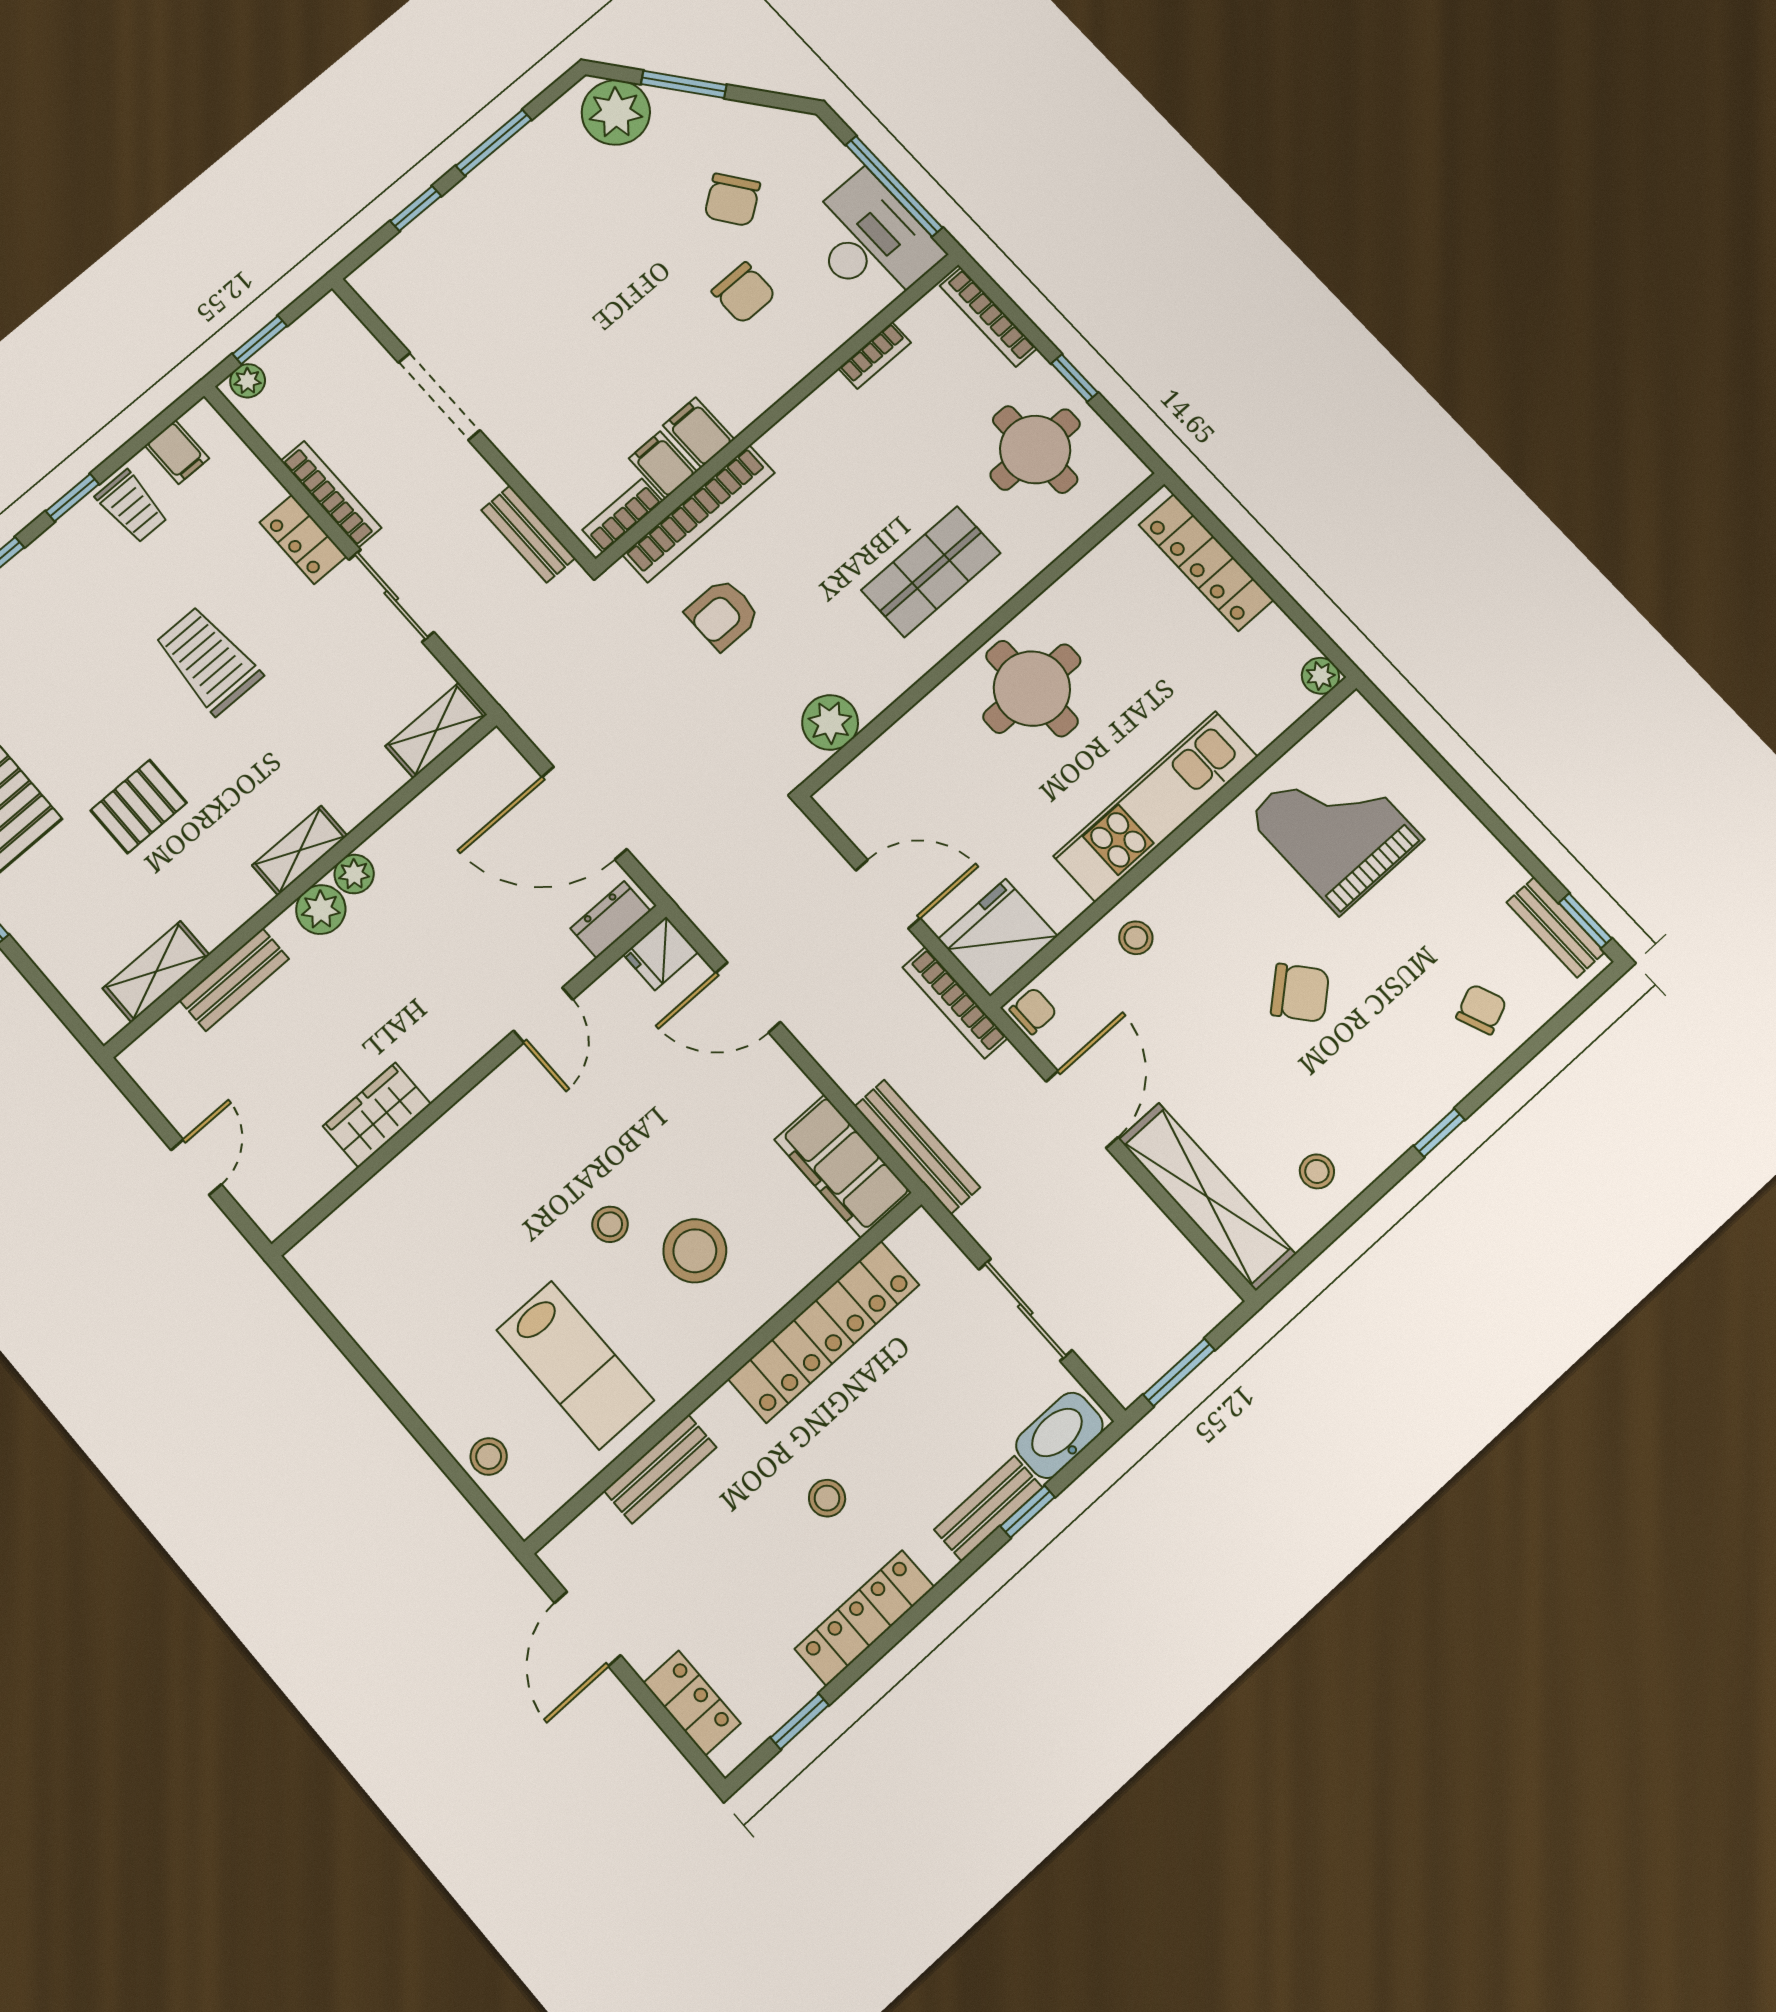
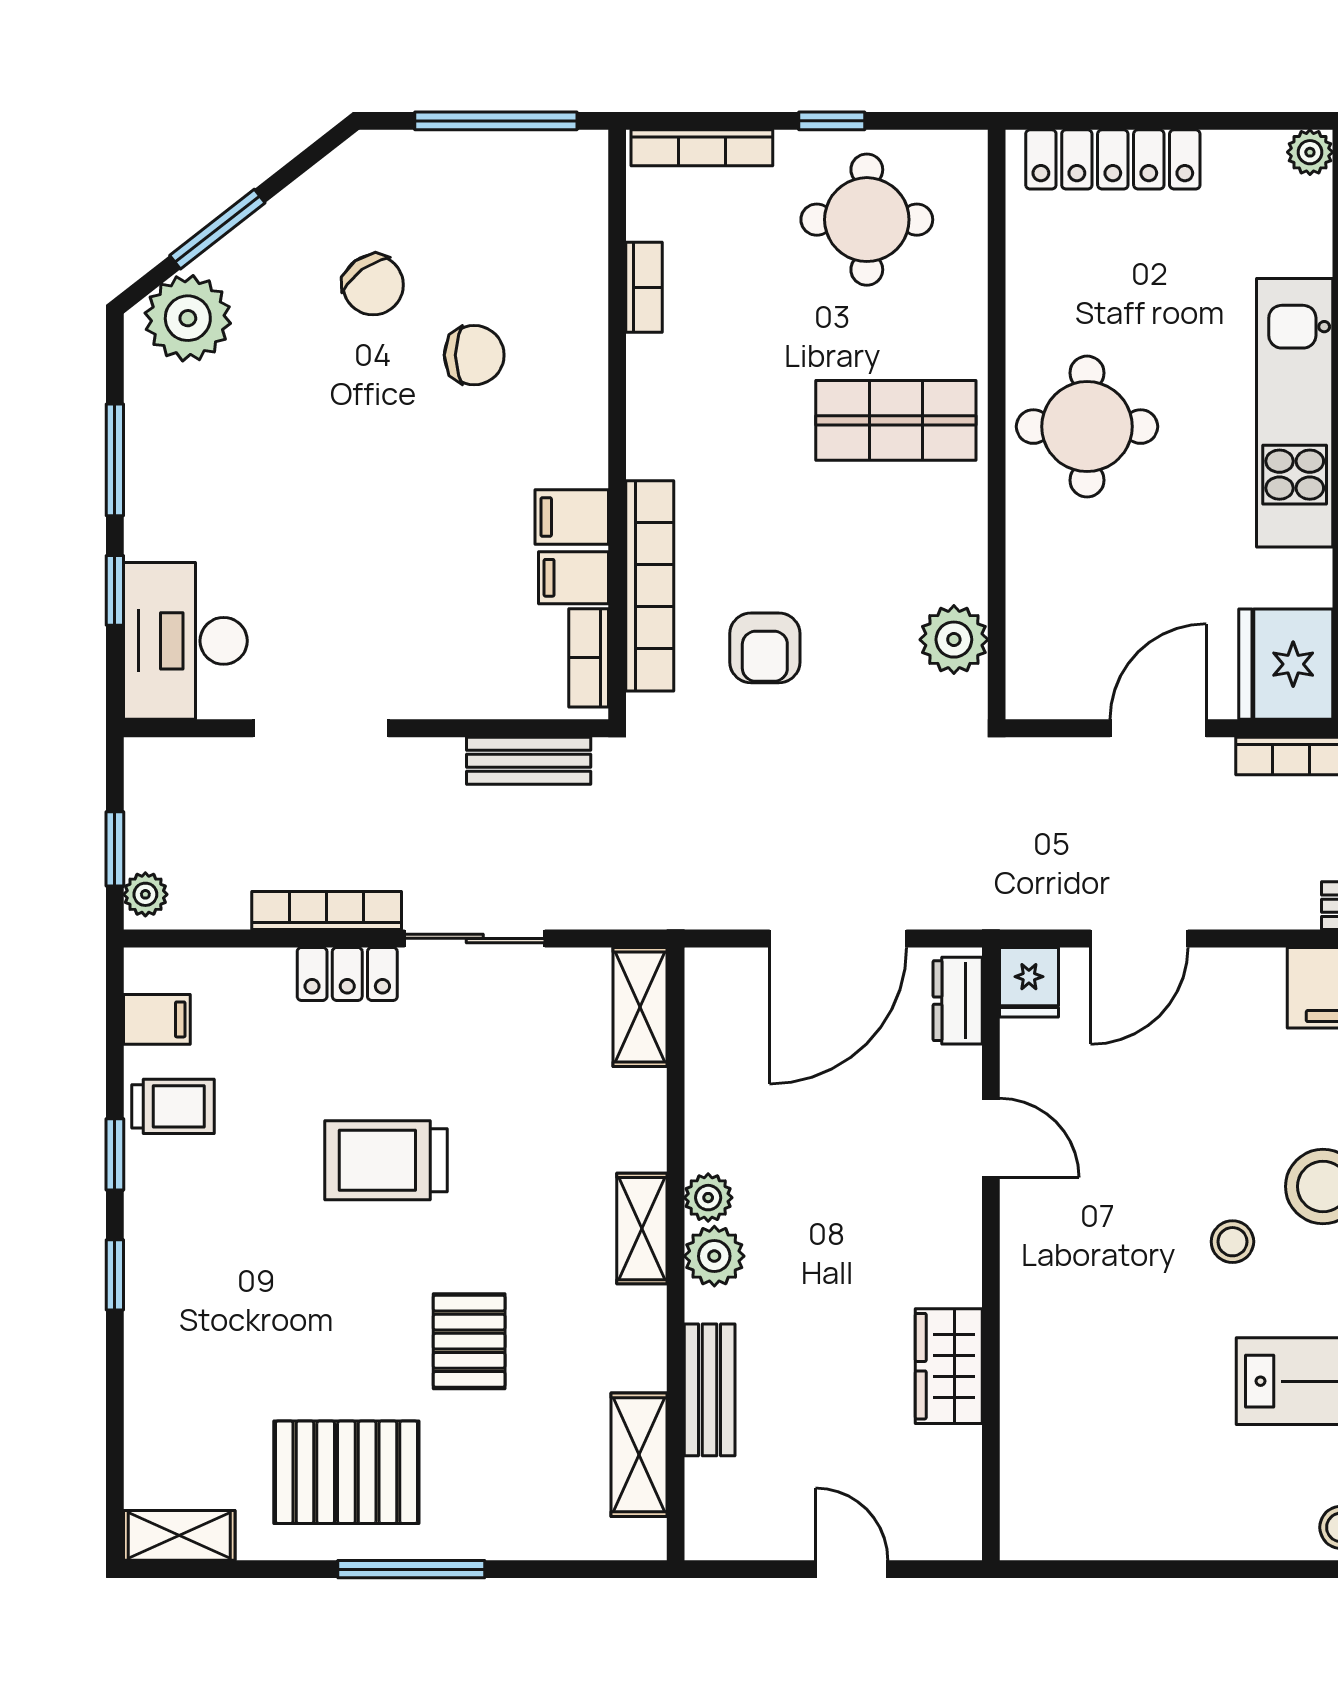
desk: (870, 241) -> (185, 641), moved, turned -90
shop shelf: (931, 572) -> (896, 420), turned 90

